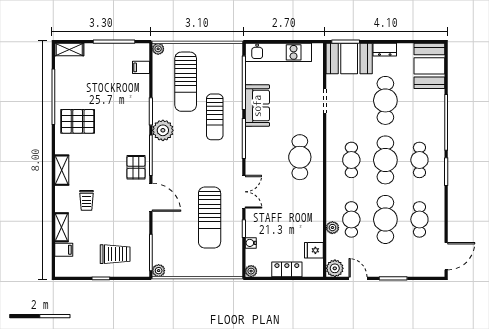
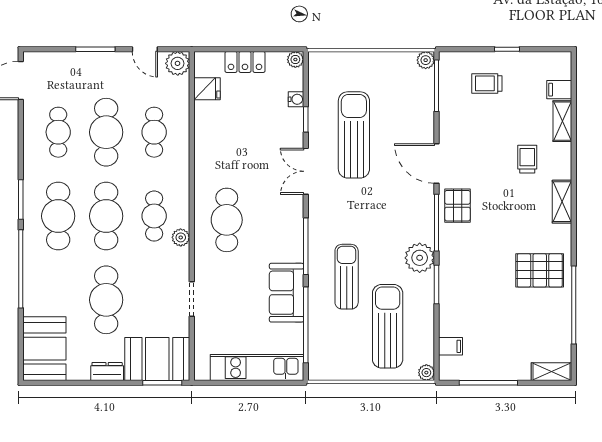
cafe table: (419, 160) -> (58, 216), width x1.37, depth x1.35
plant: (332, 228) -> (181, 237), moved
trolley: (115, 254) -> (487, 83), width x0.73, depth x0.72

